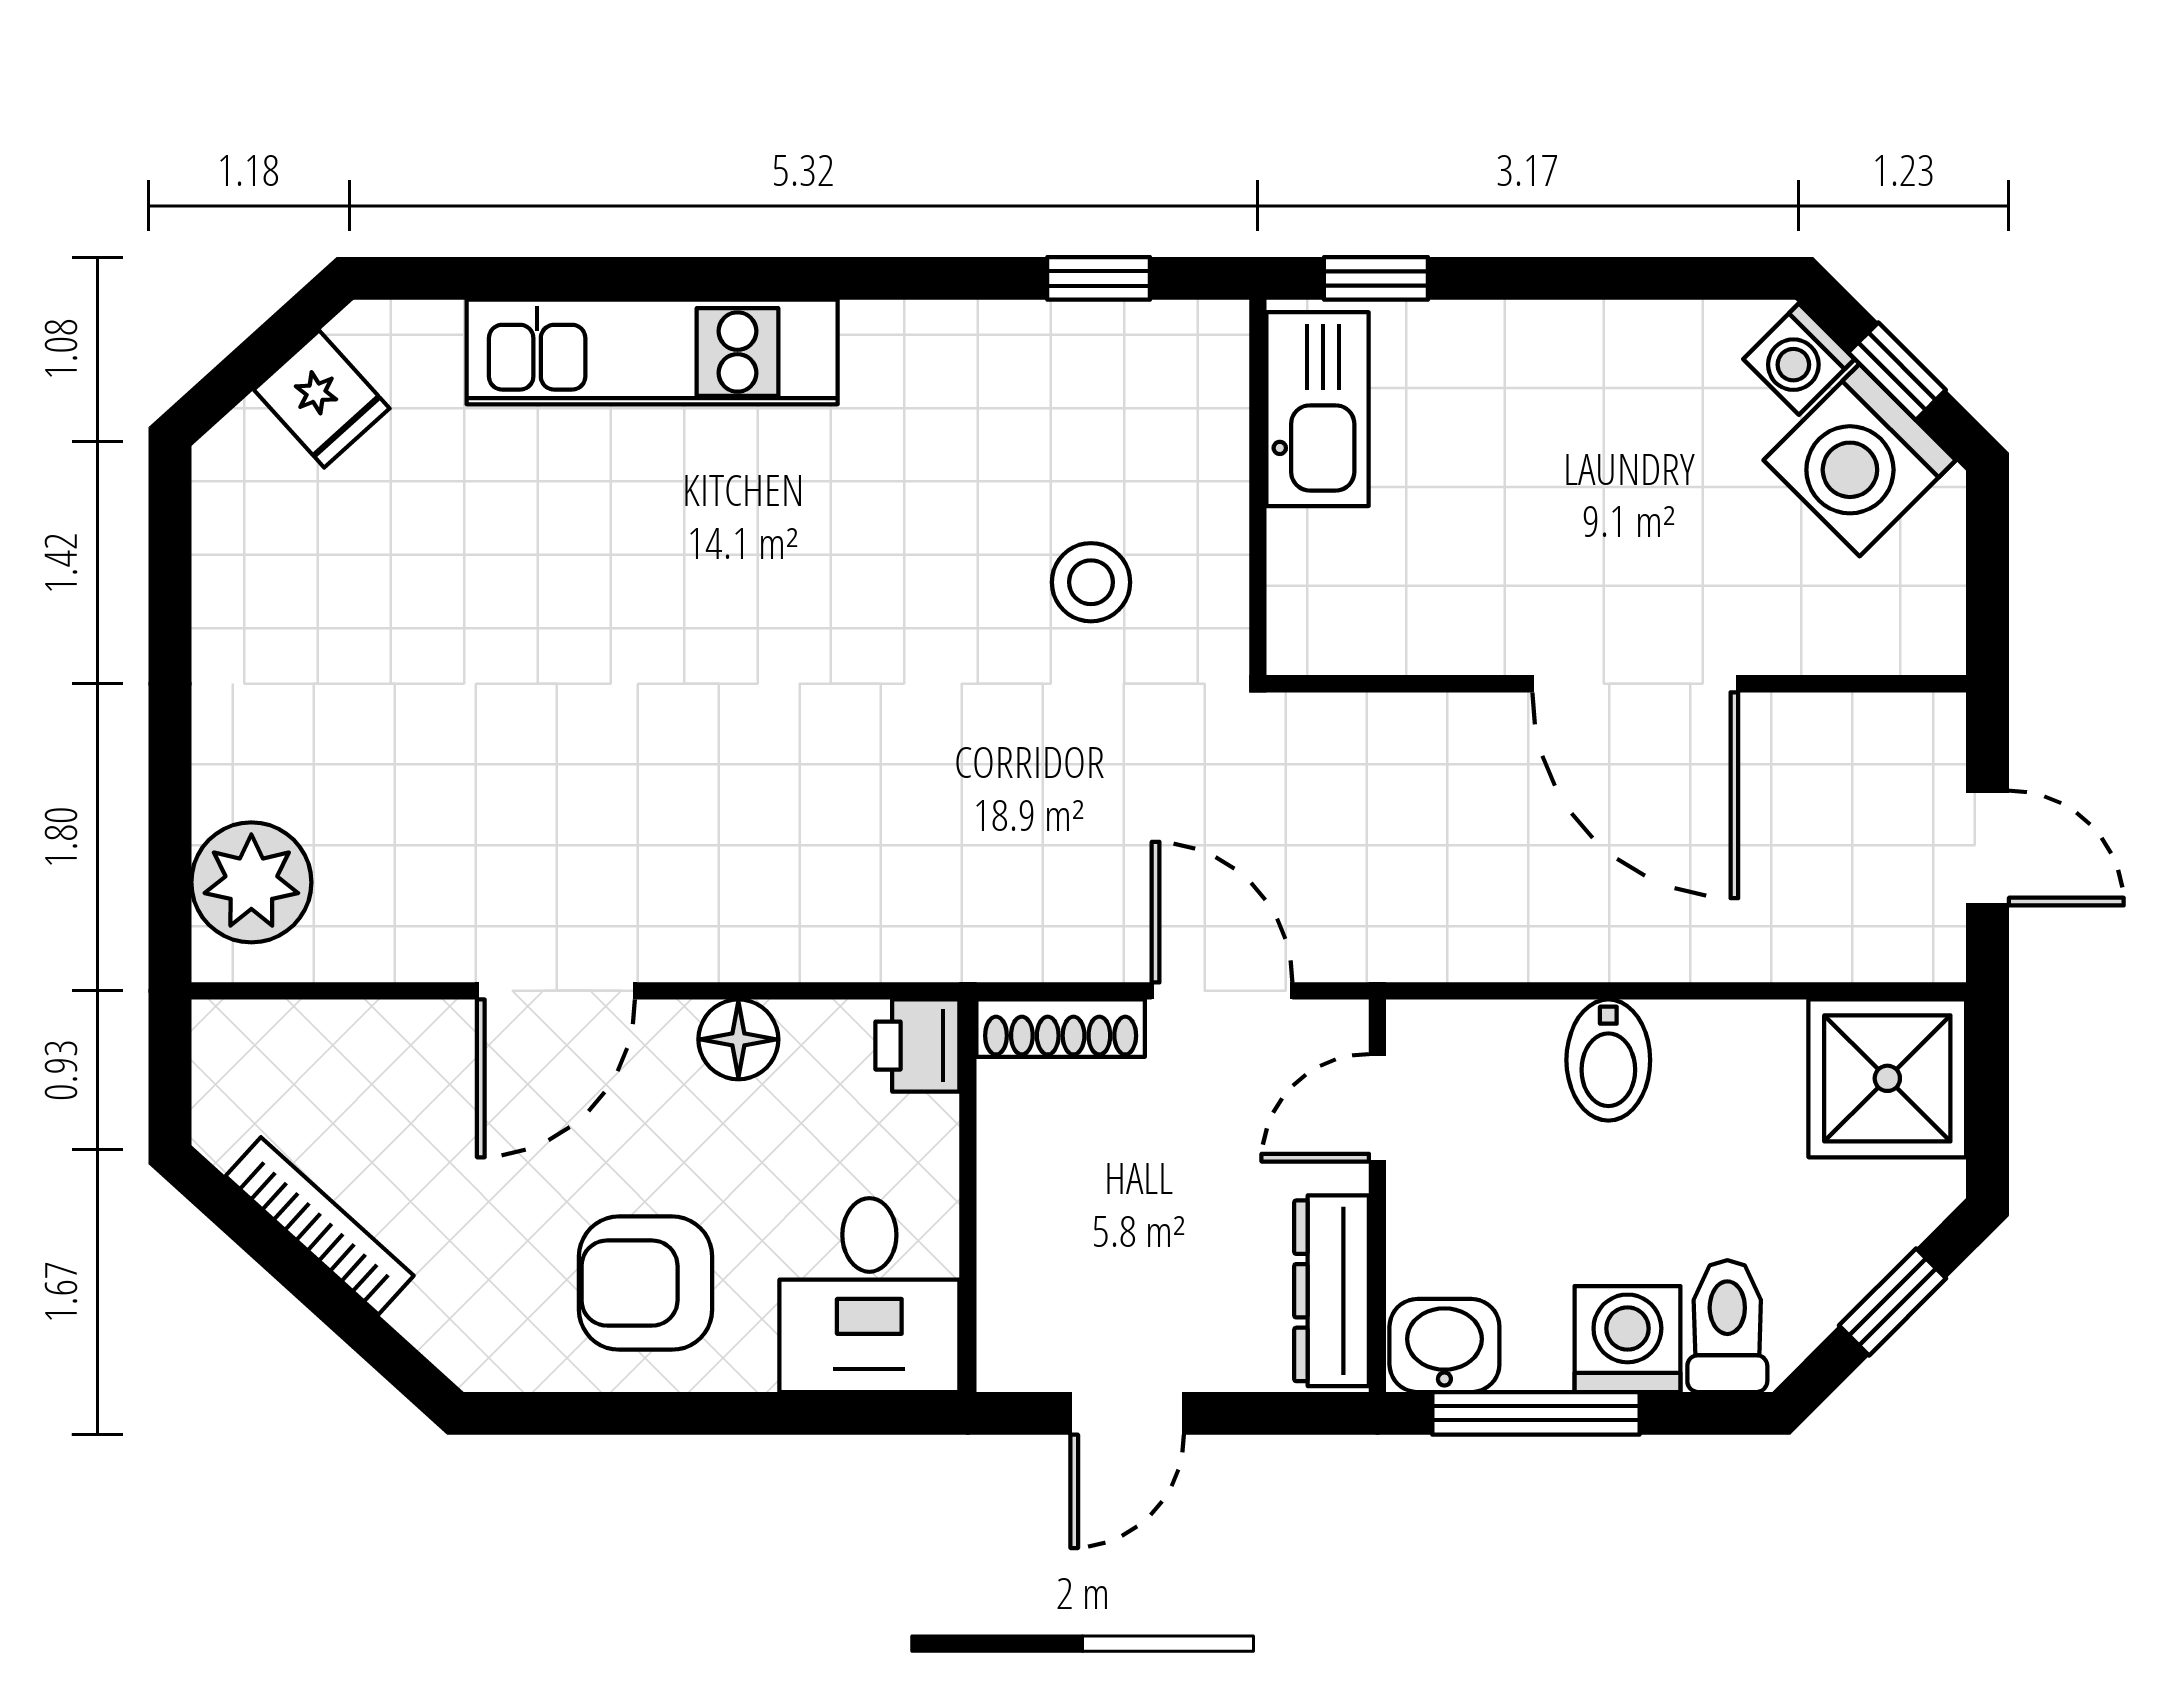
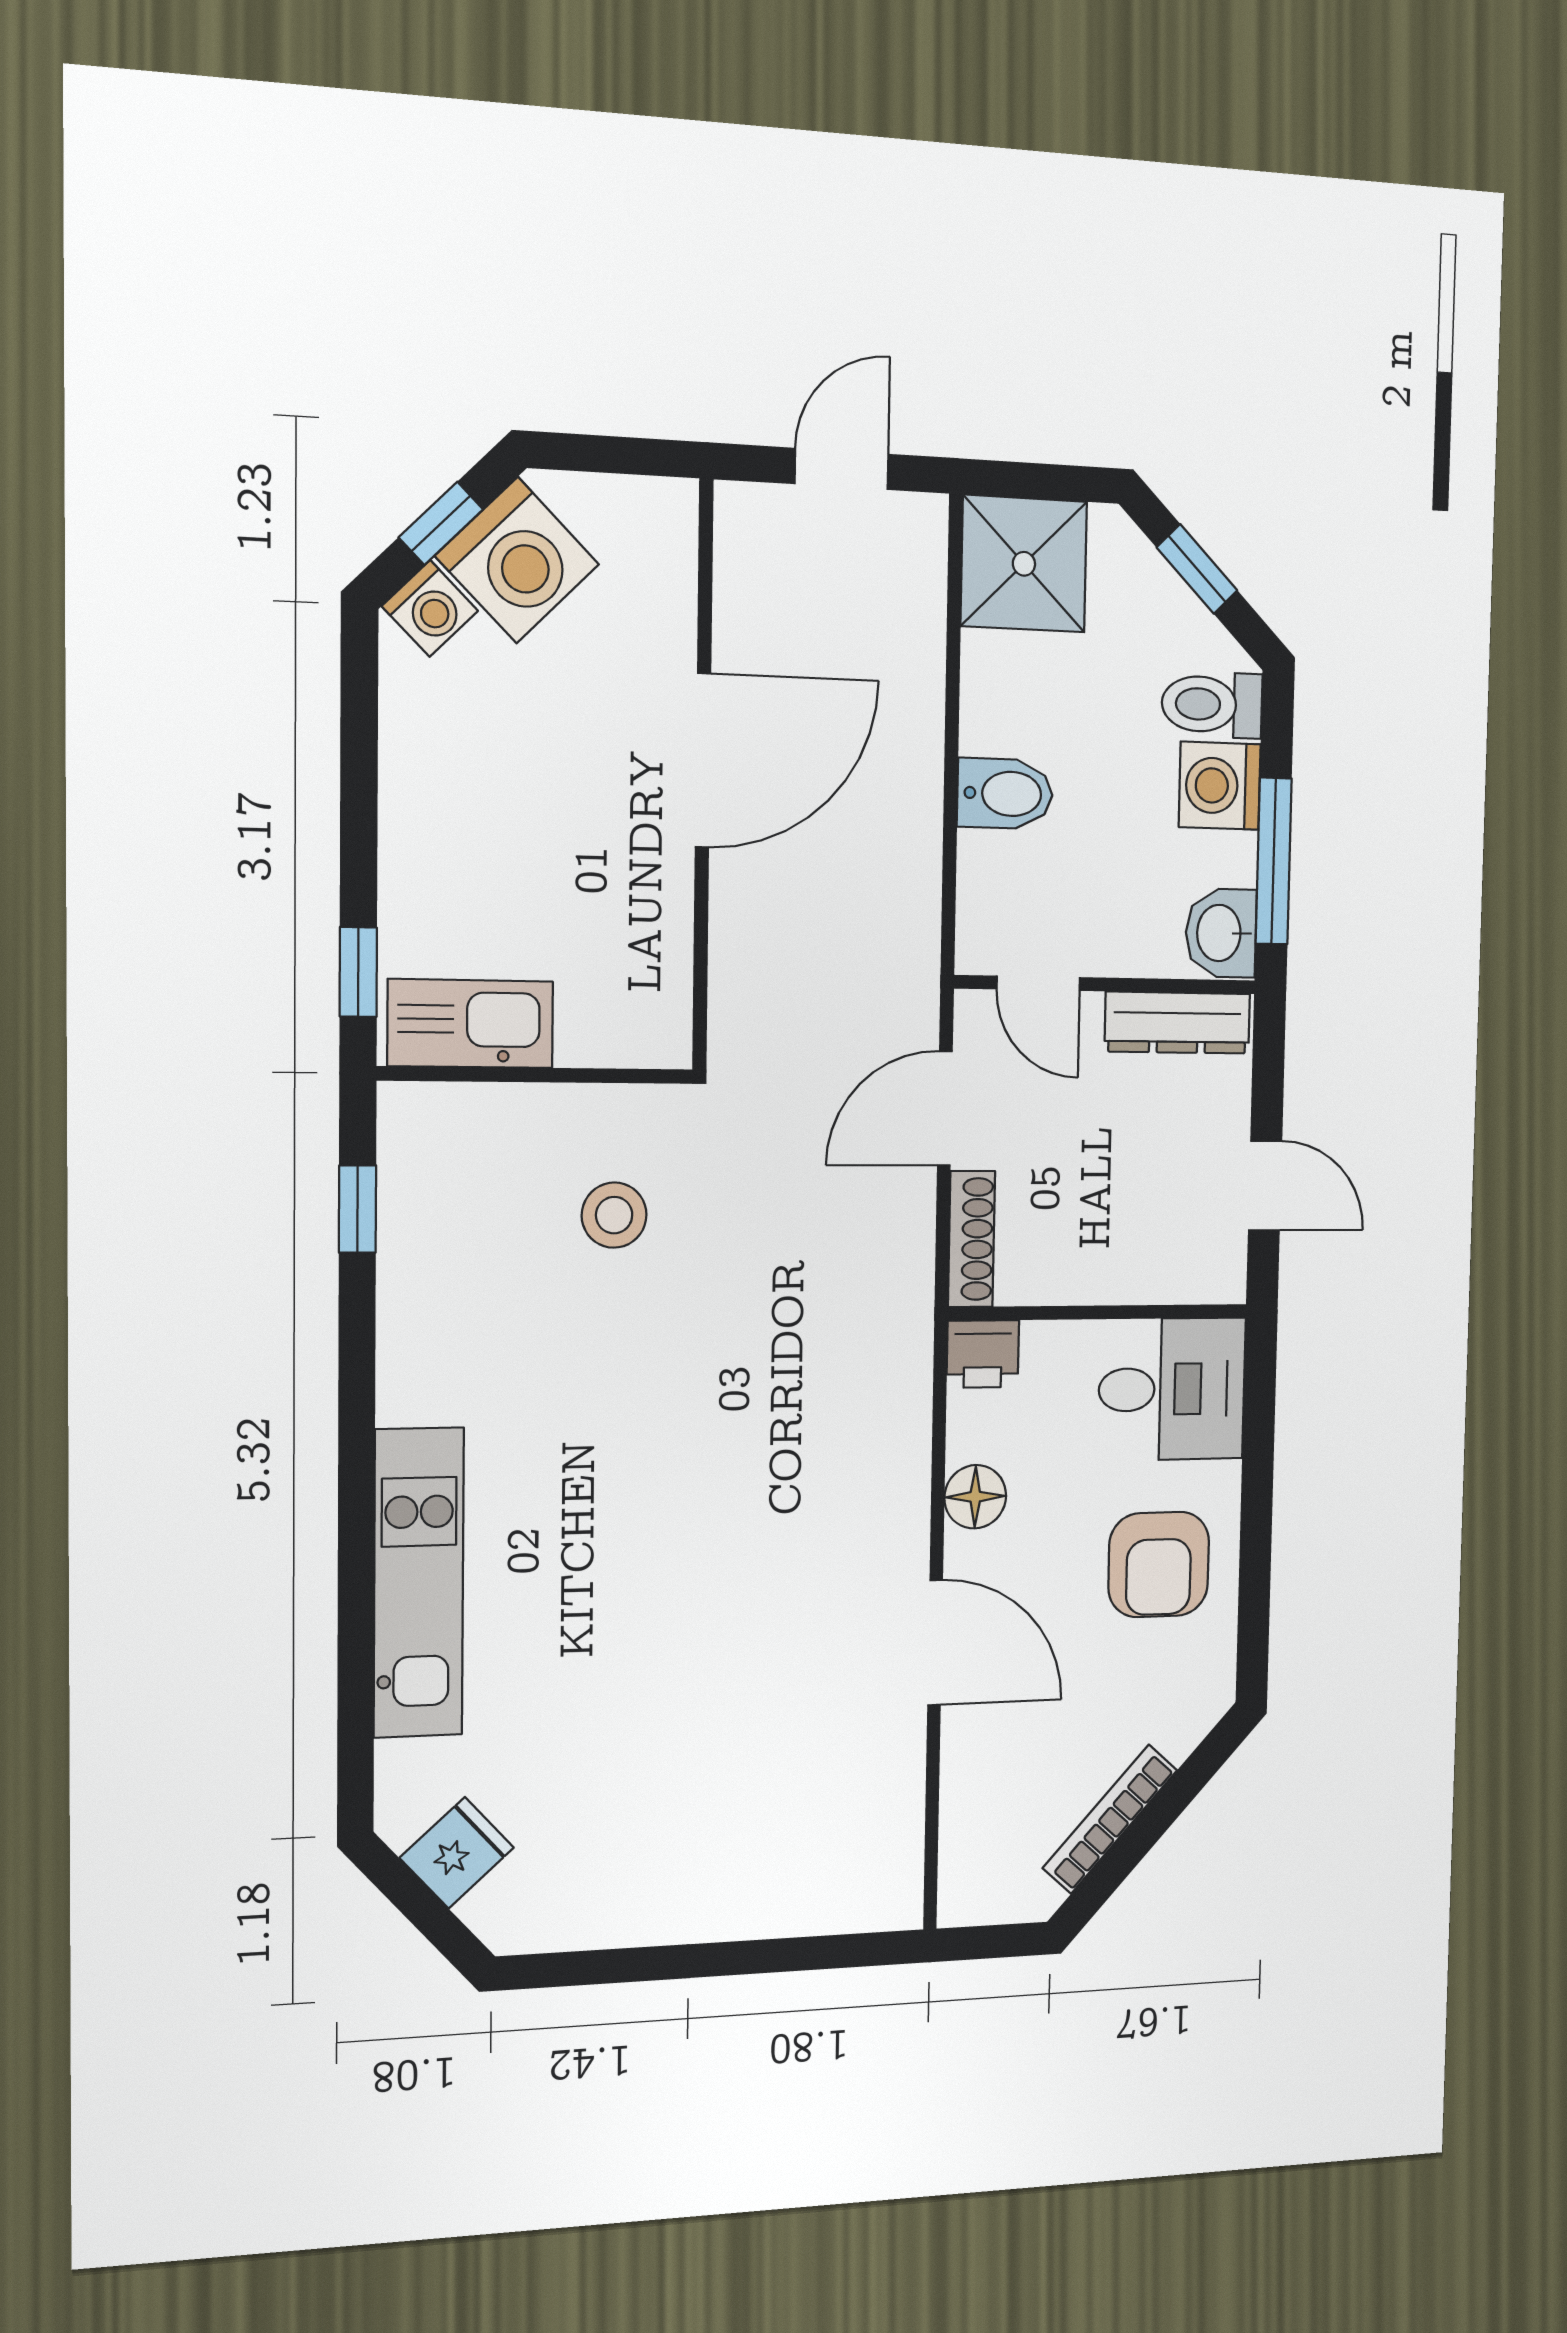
plant: (251, 882) -> (846, 1887), removed

